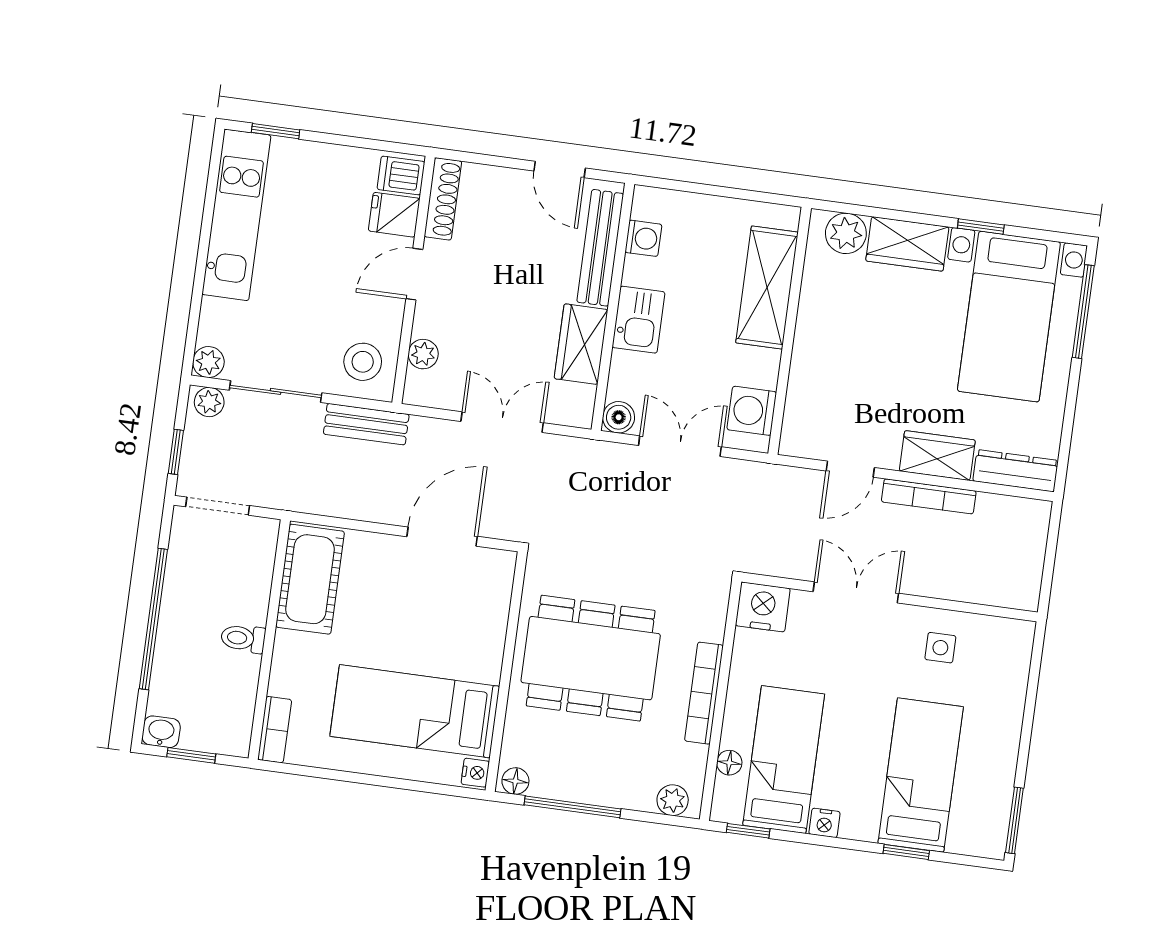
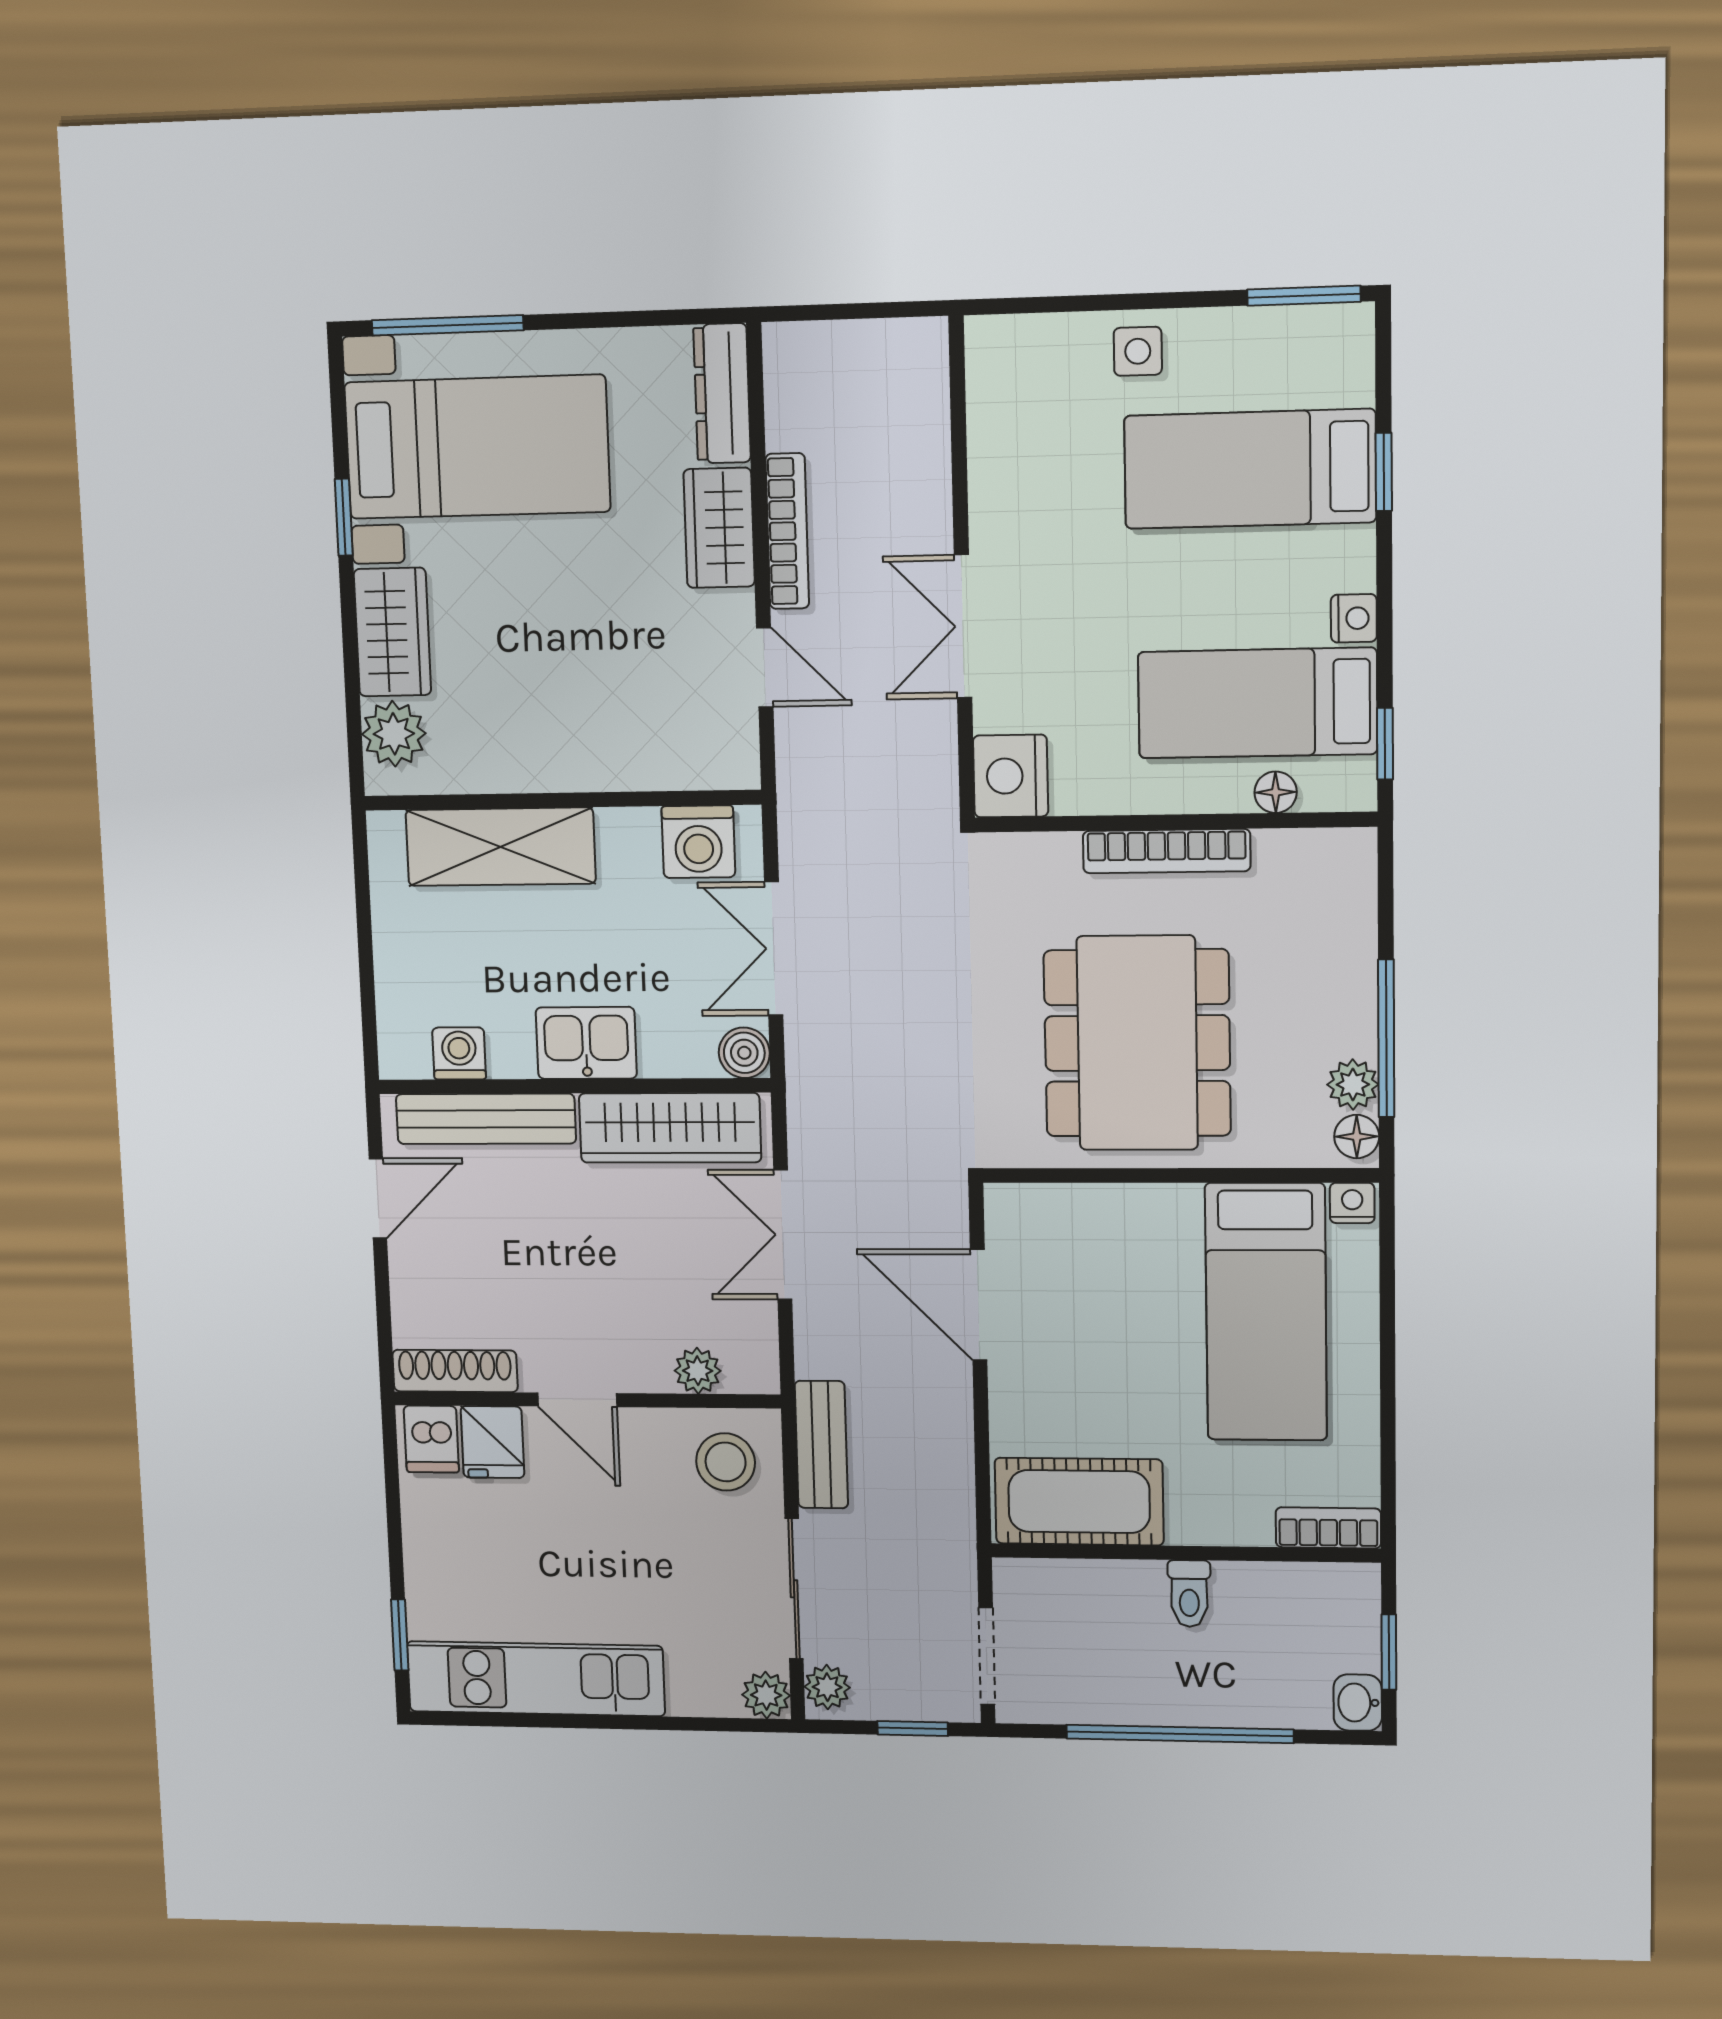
wardrobe: (581, 344) -> (670, 1128), width x1.50
side table: (940, 648) -> (1138, 351), moved
plant: (673, 800) -> (1353, 1085), moved

